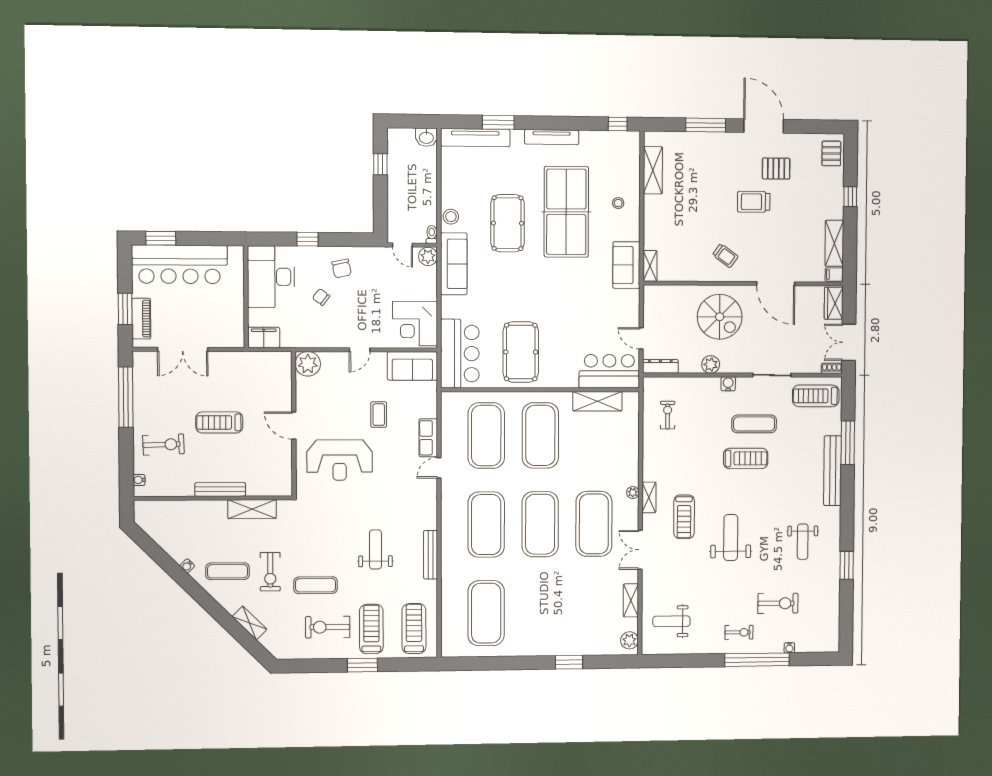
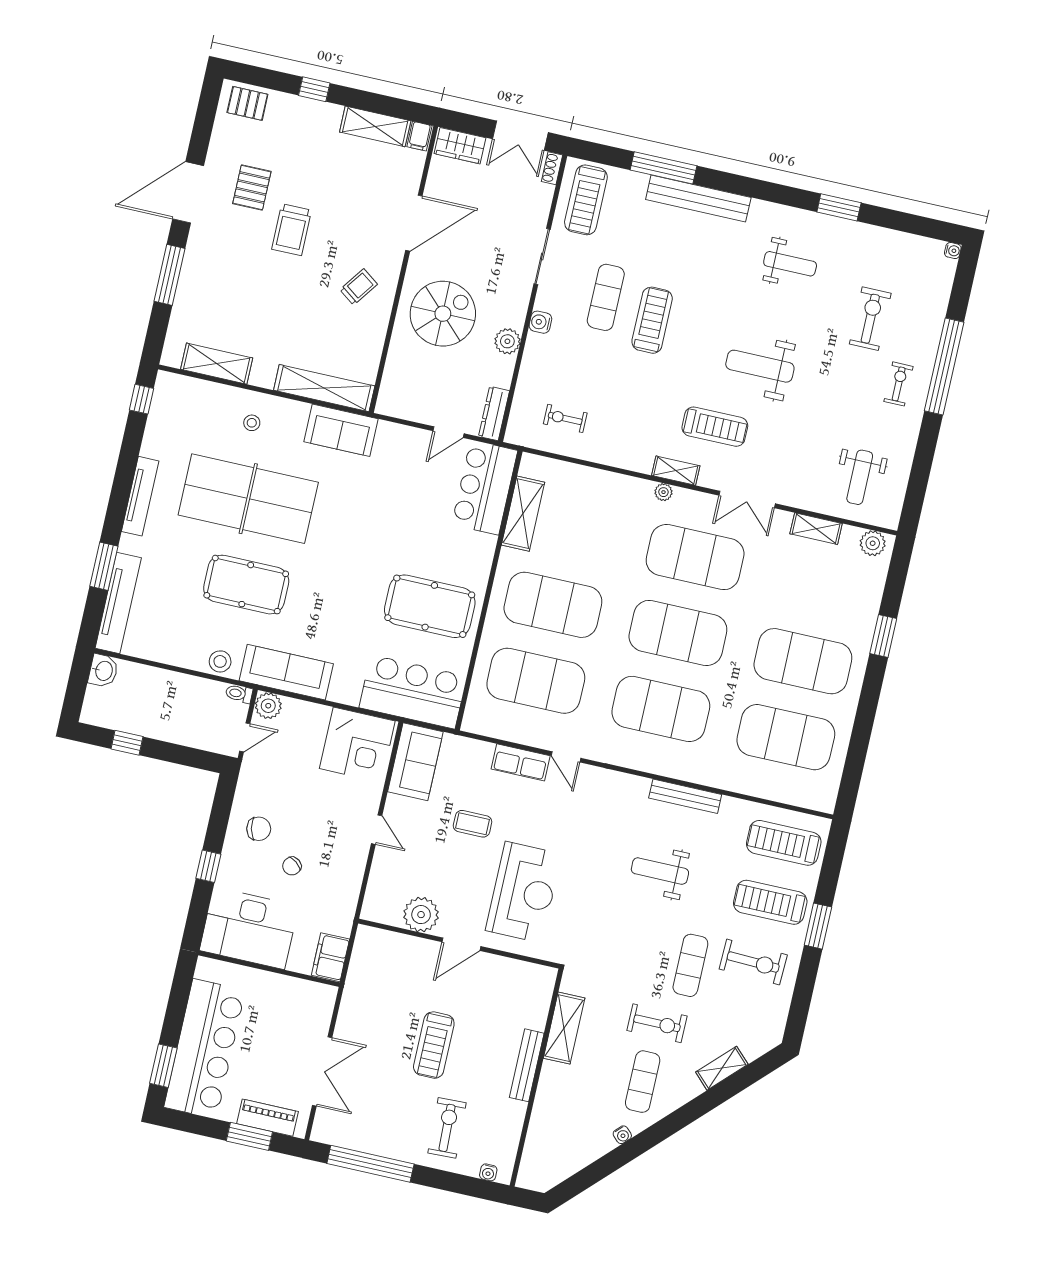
shelving: (650, 266) -> (324, 388), width x2.20, depth x1.33
plant: (308, 364) -> (421, 915), moved
exercise mat: (540, 613) -> (803, 661), added
exercise bike: (328, 627) -> (753, 962), turned -88
water cooler: (789, 648) -> (953, 251), moved

